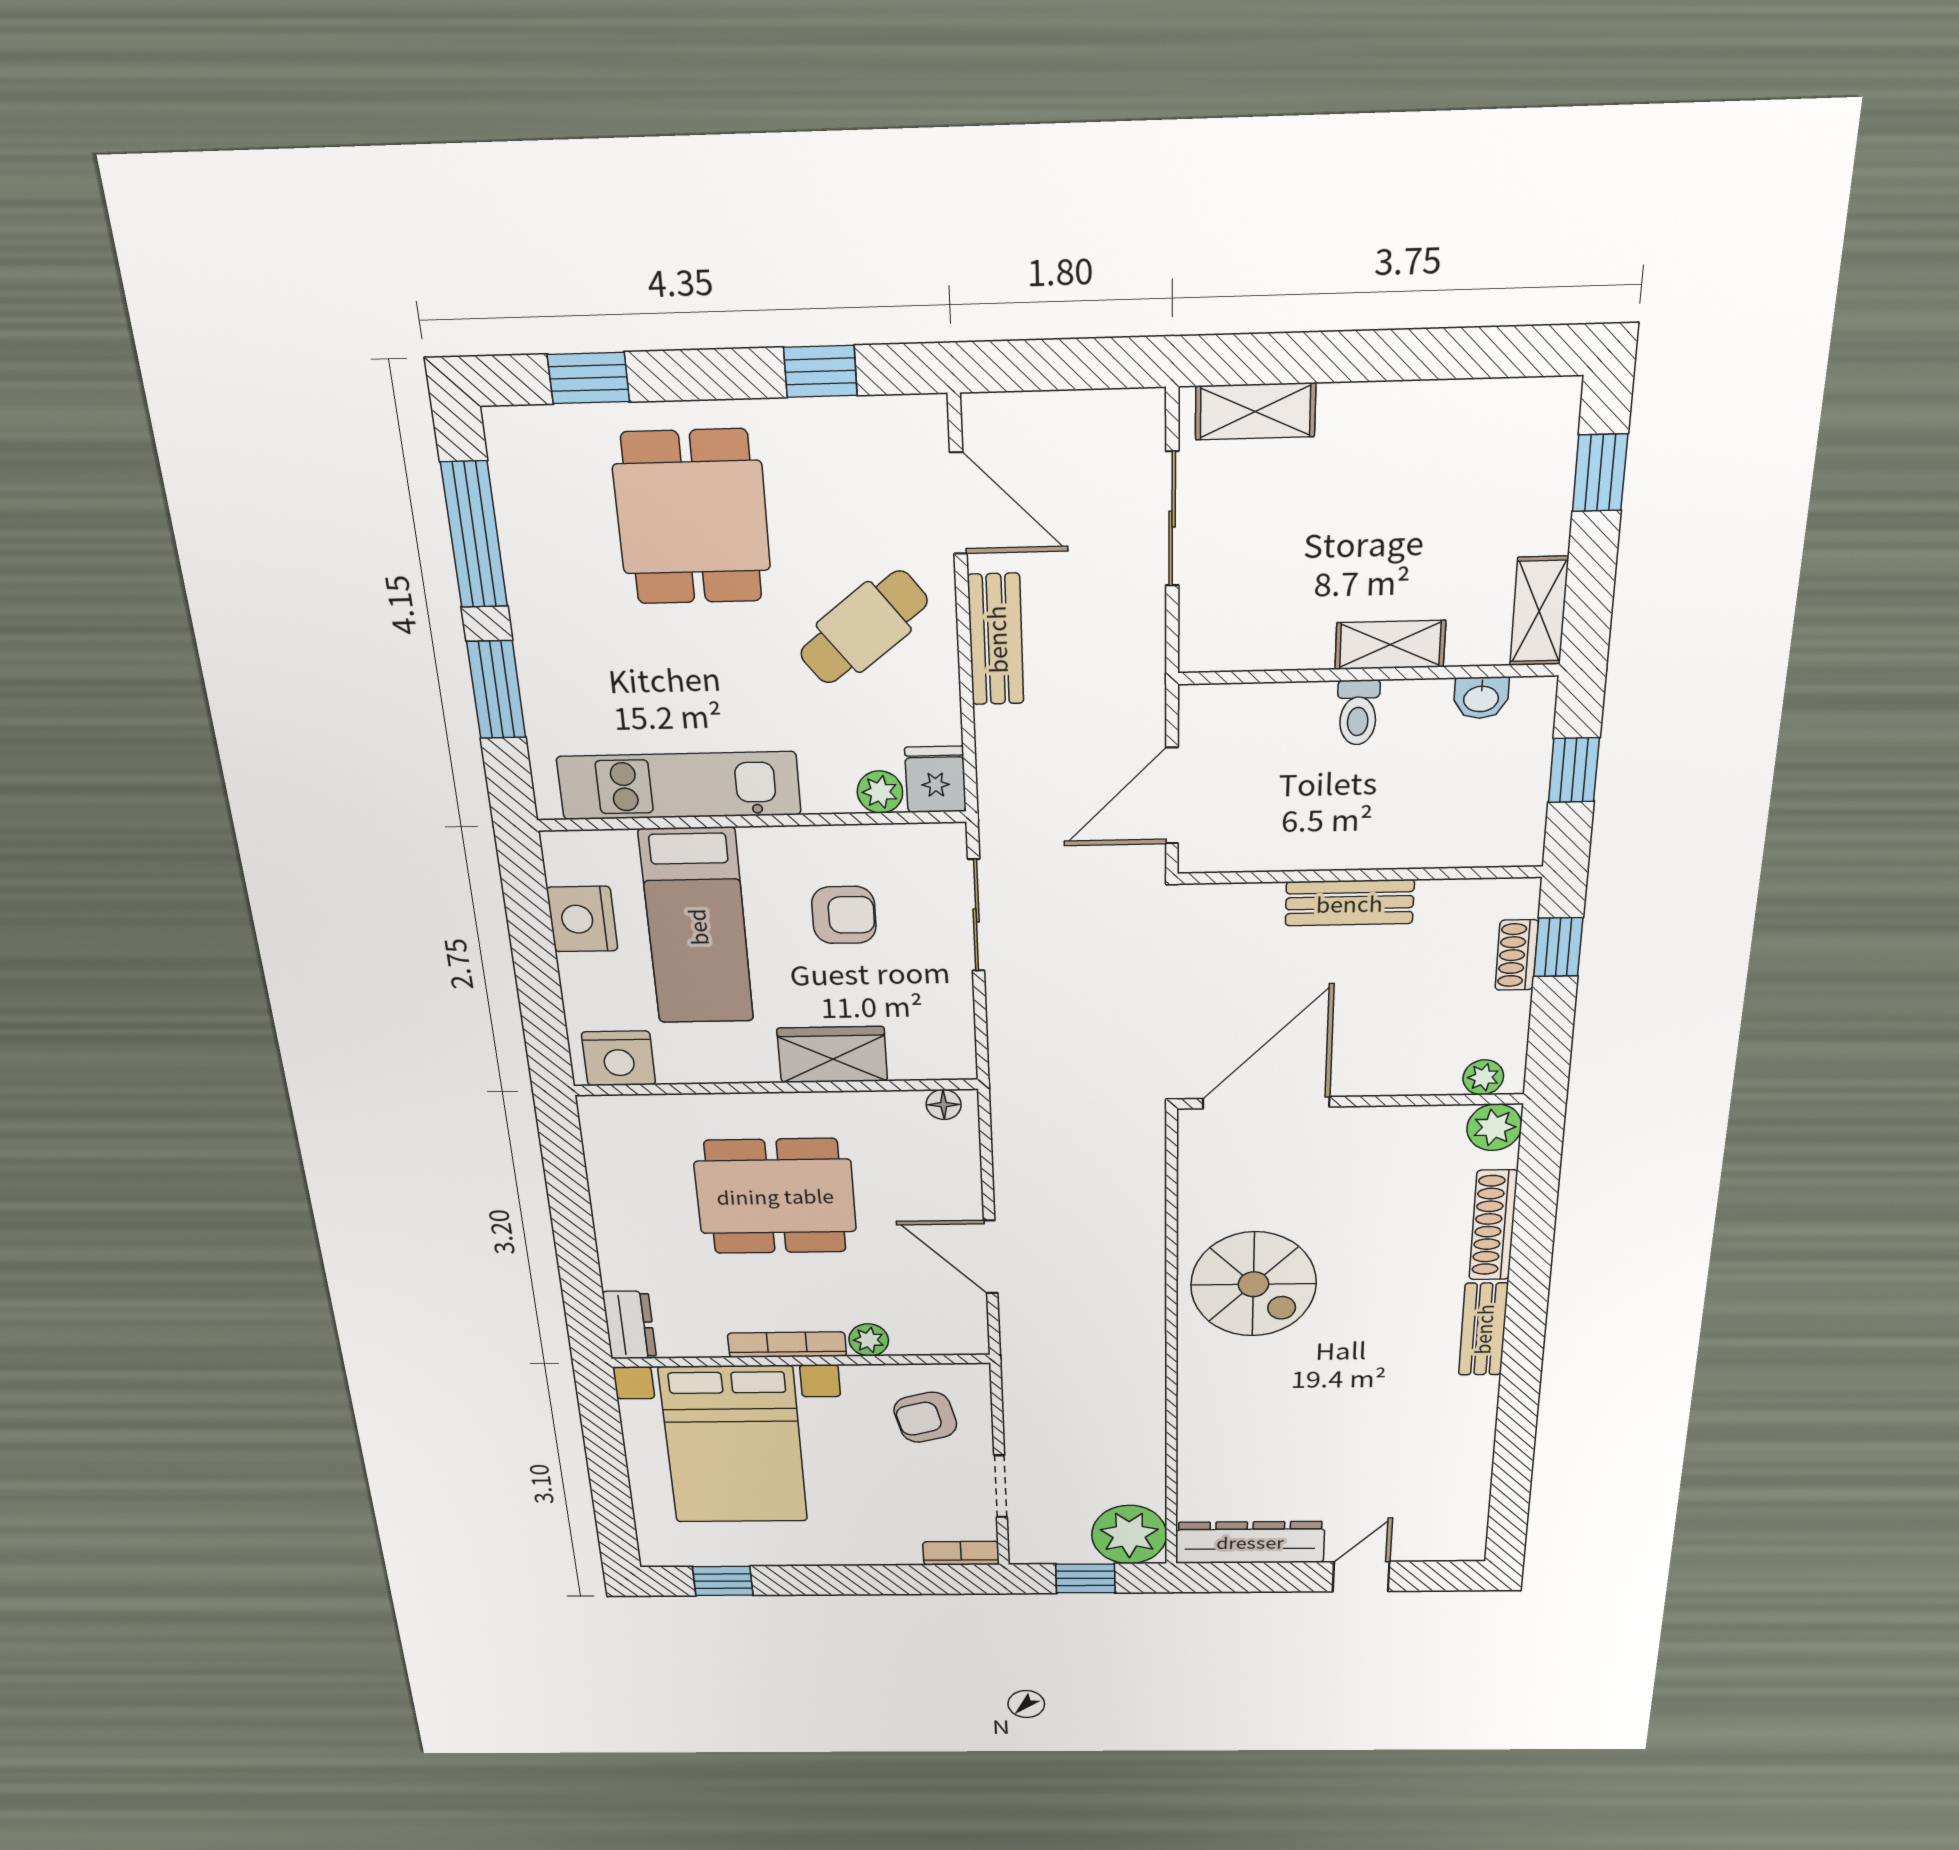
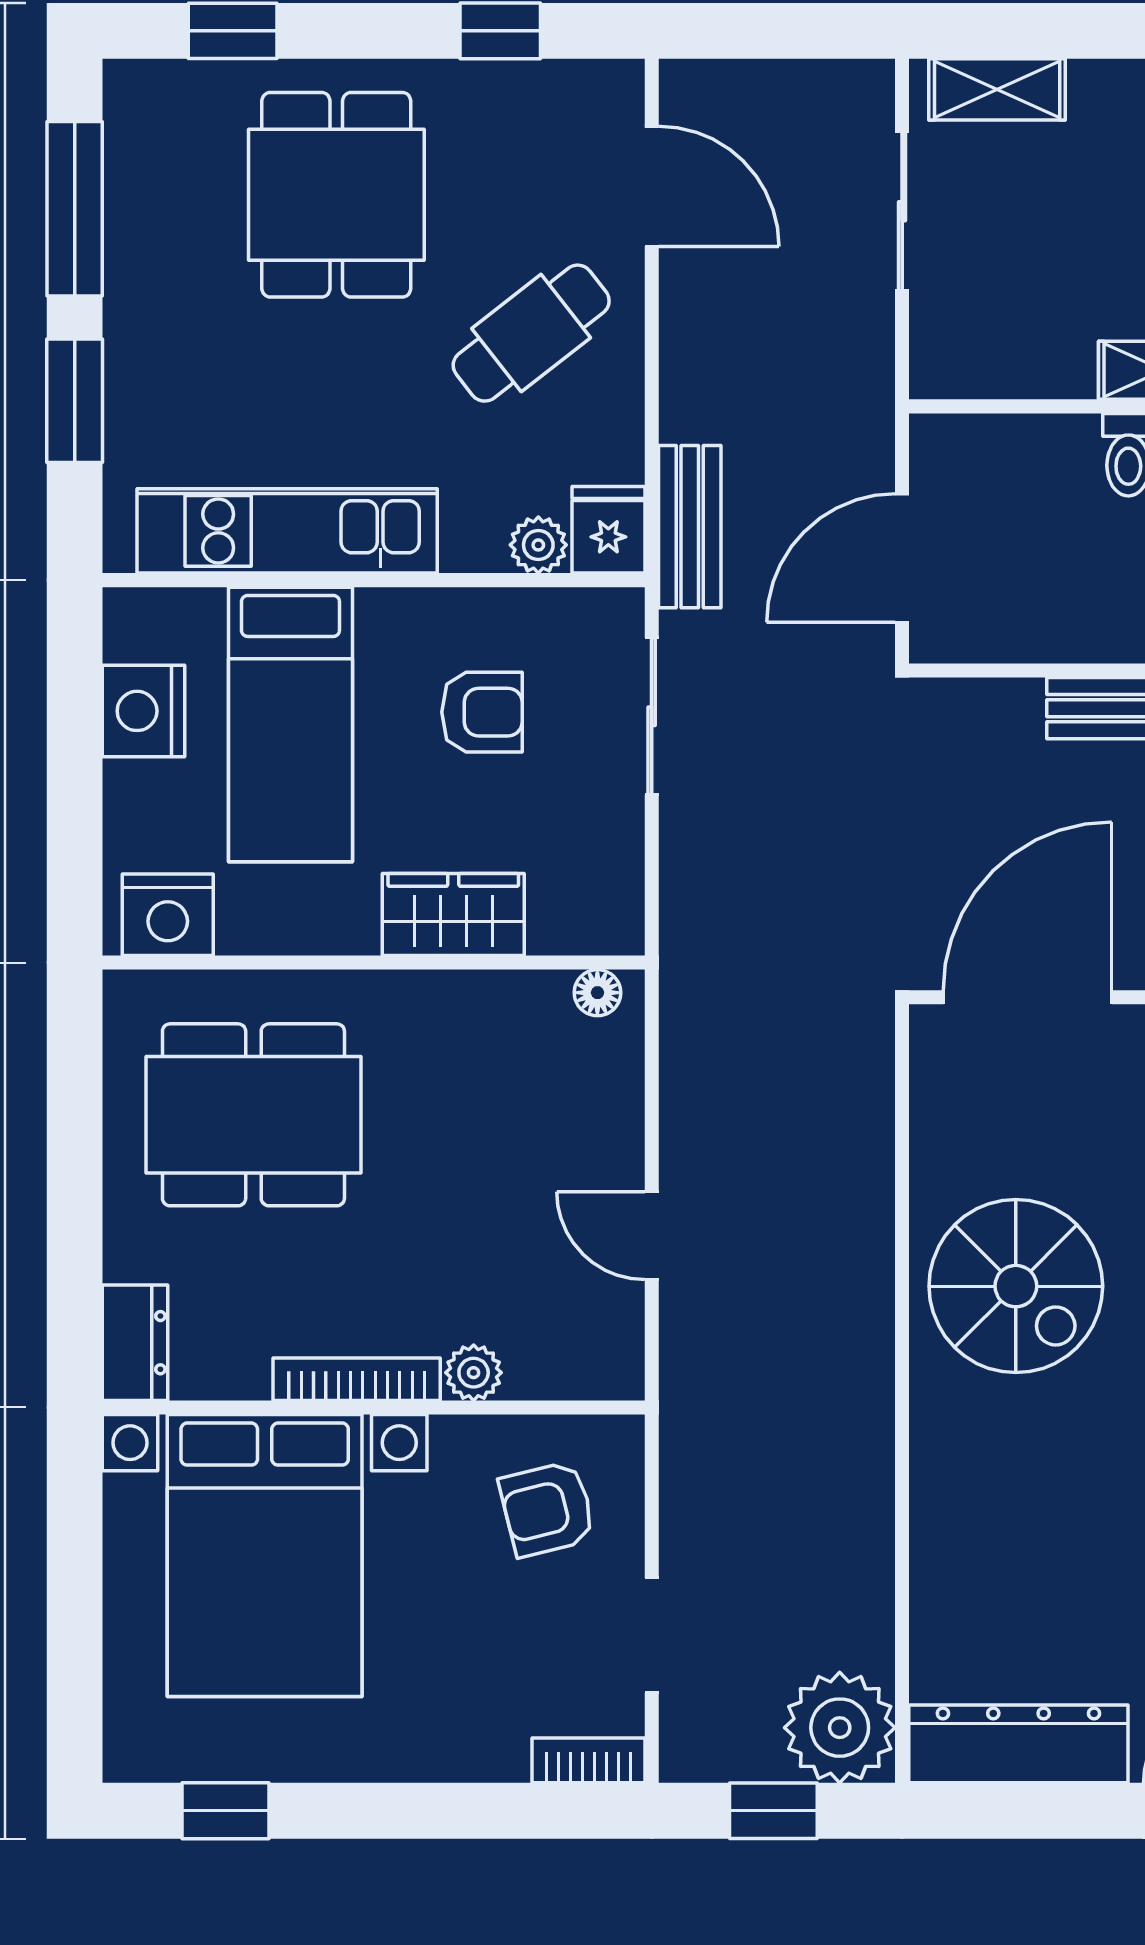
bench: (996, 639) -> (690, 527), moved
dining table: (775, 1196) -> (253, 1115), moved
door: (991, 1257) -> (652, 1236), width x0.73

